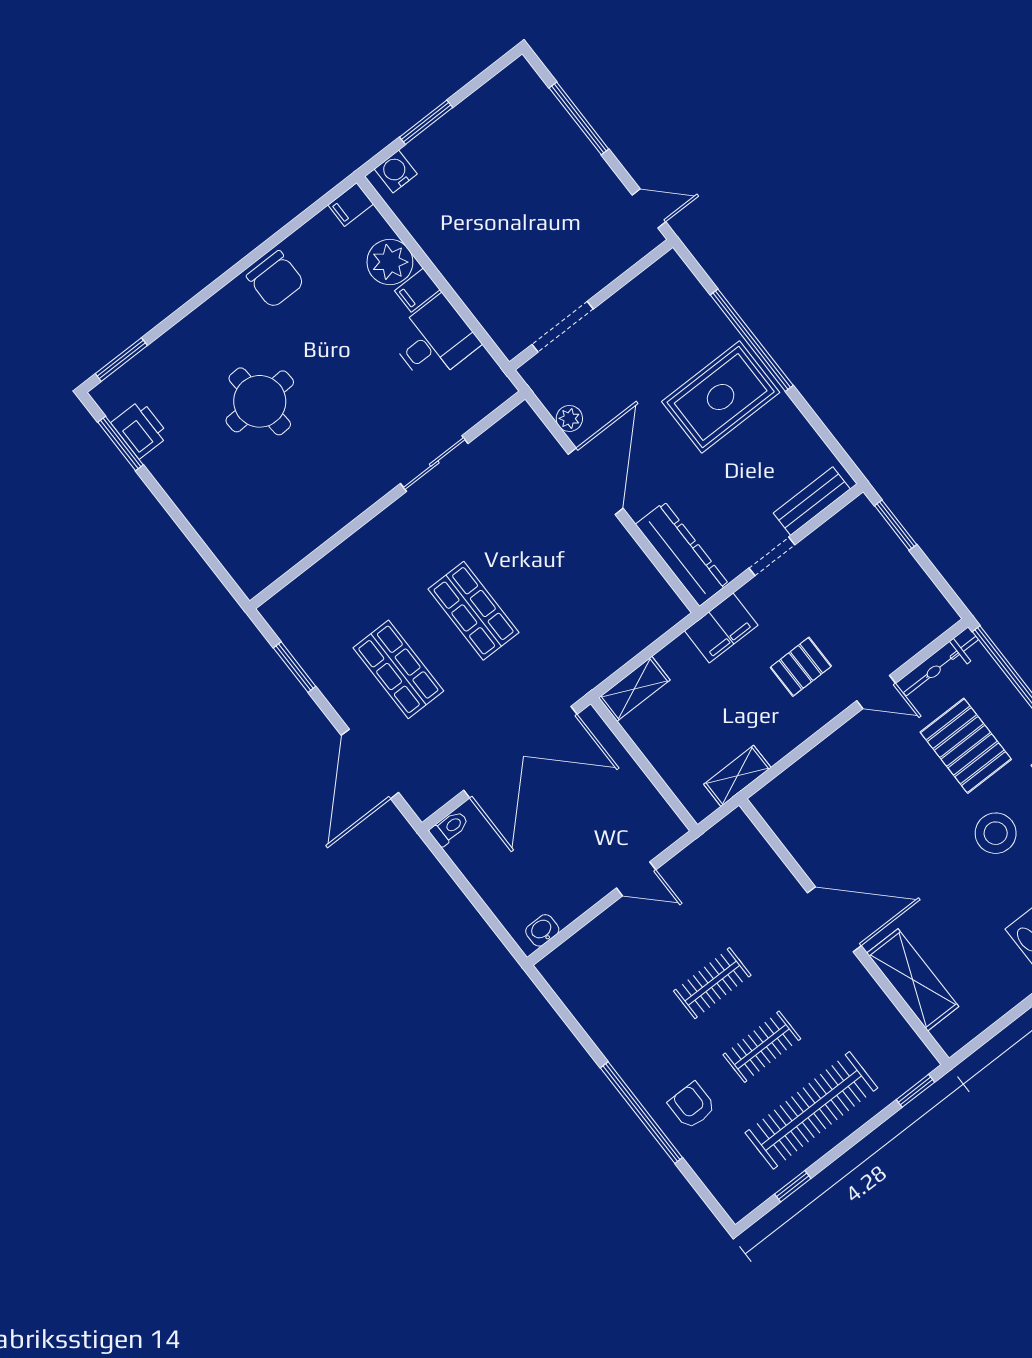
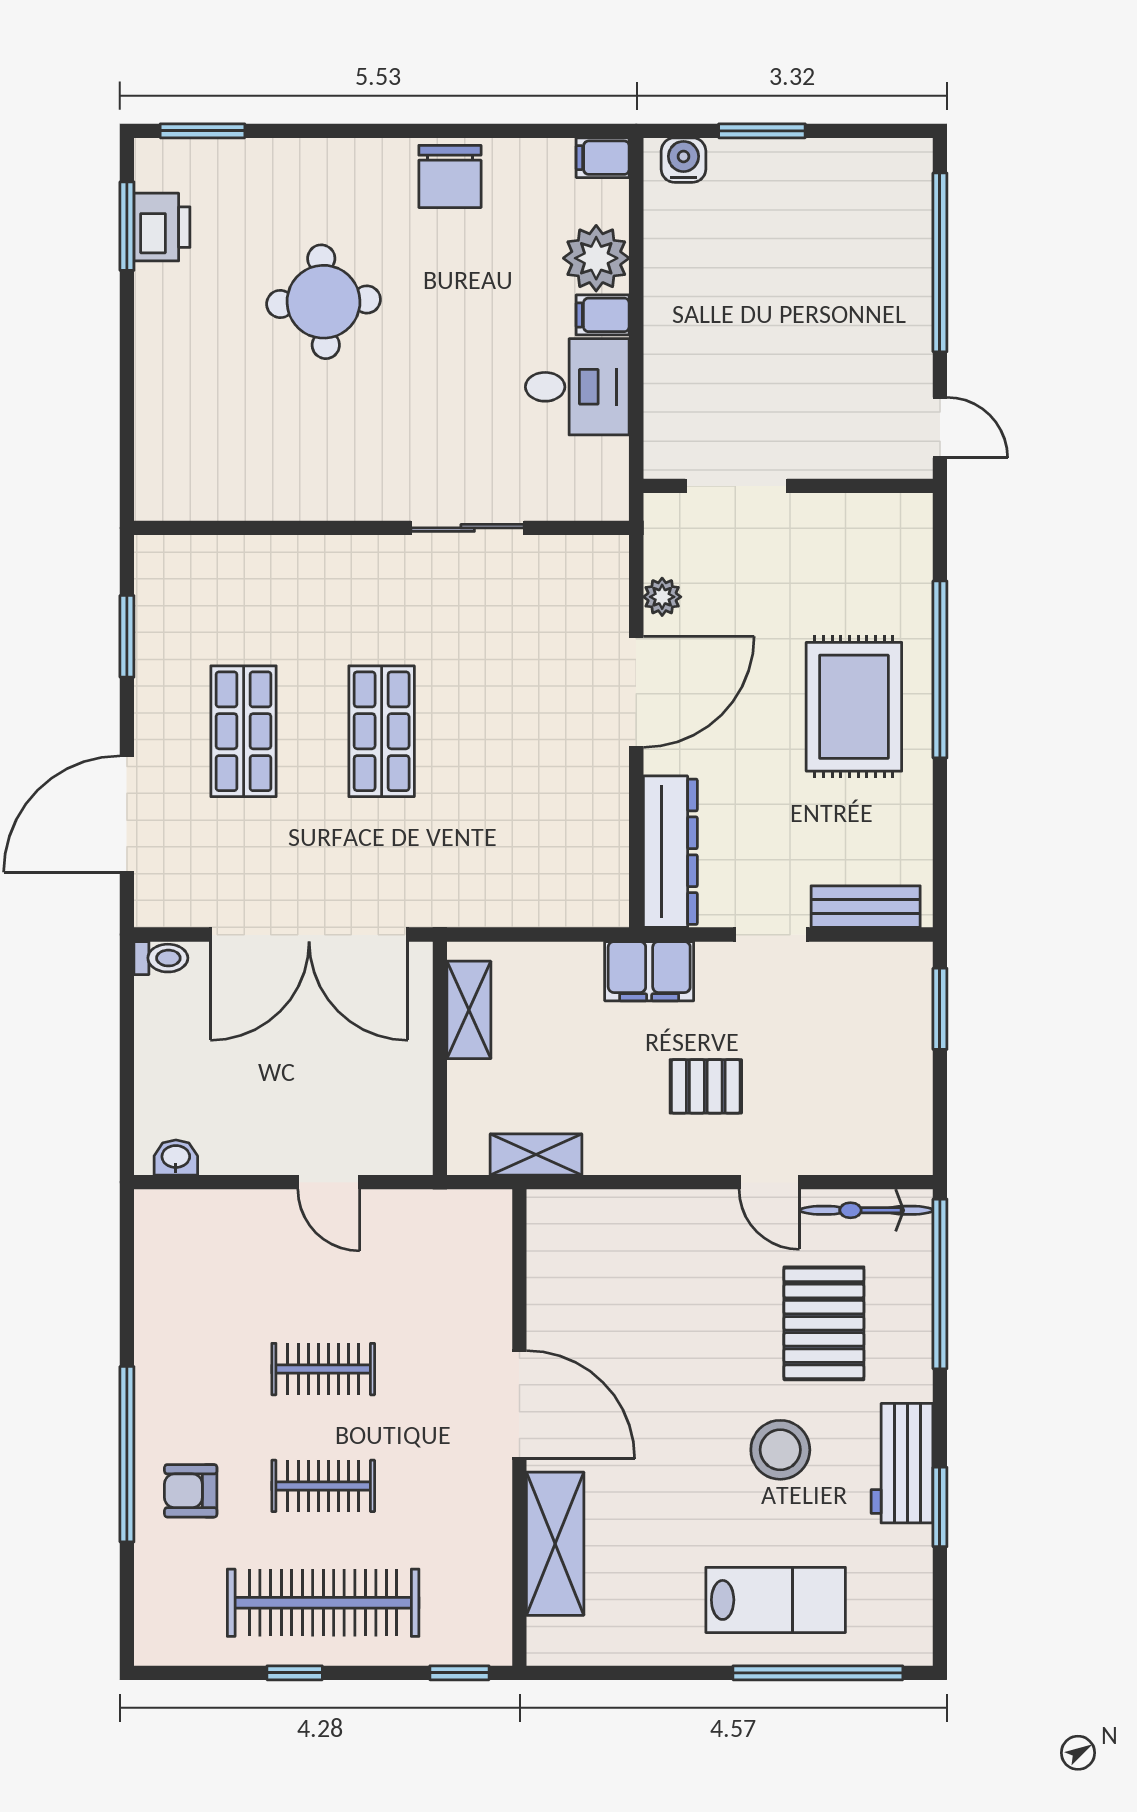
window: (579, 118) -> (940, 262), width x1.46
rug: (721, 397) -> (854, 707), turned 90
shelving: (634, 689) -> (469, 1010), moved, turned 90
armchair: (692, 1106) -> (191, 1491), turned -90
window: (793, 1186) -> (295, 1673), moved

